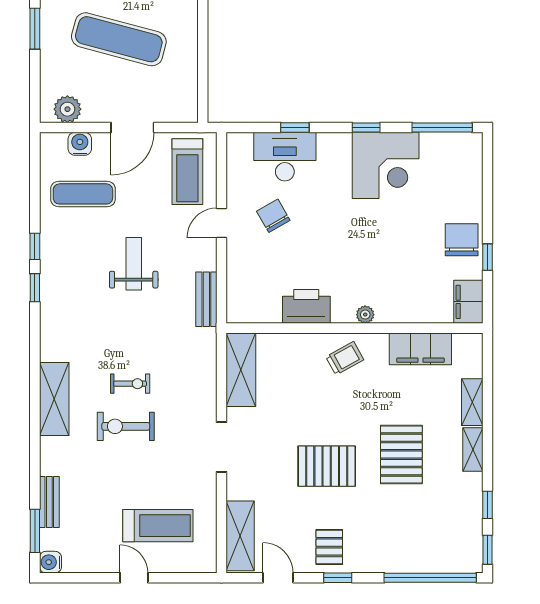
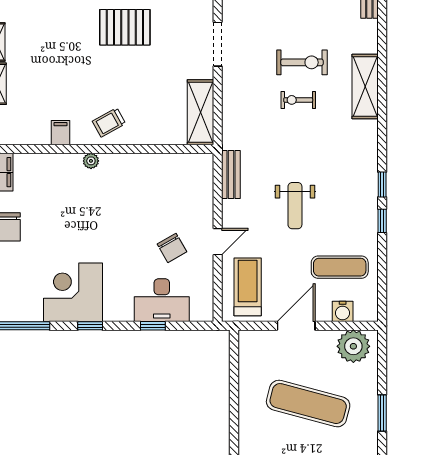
plant: (67, 109) -> (353, 346), width x1.36, depth x1.36
printer: (306, 306) -> (143, 168), removed
filing cabinet: (420, 349) -> (60, 133), width x0.33, depth x0.86
pallet: (401, 455) -> (59, 38), removed

